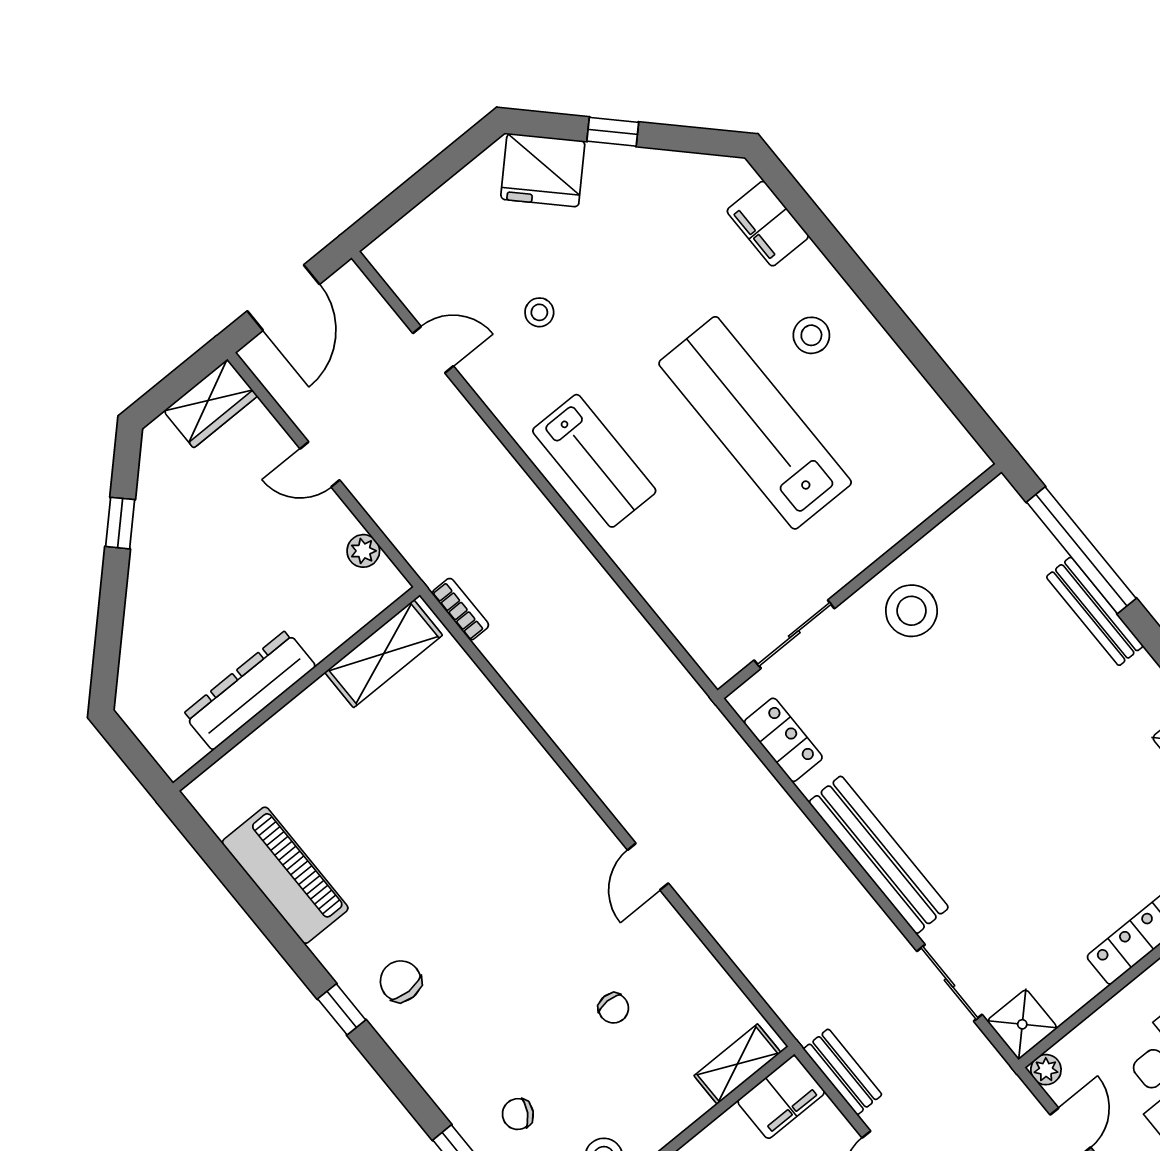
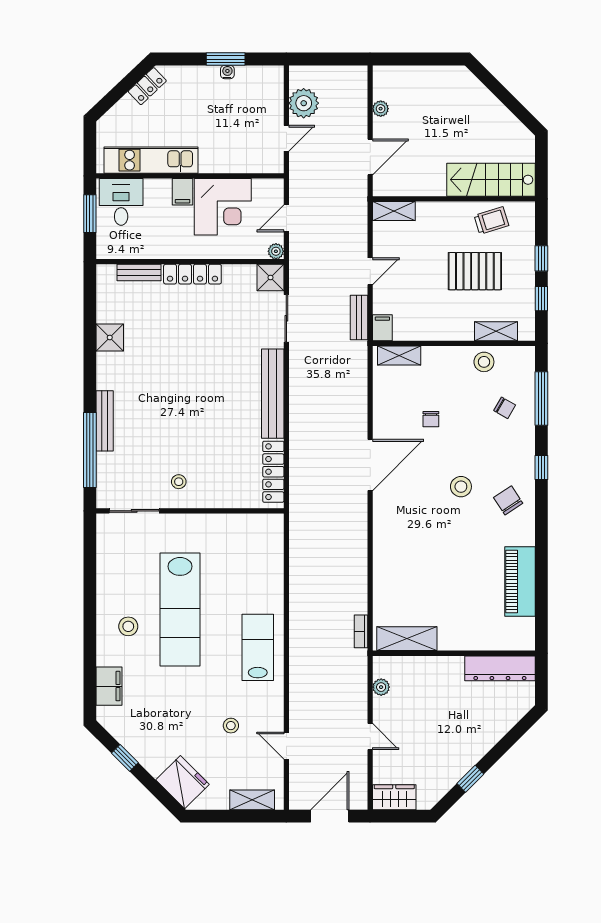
window: (613, 132) -> (125, 758), moved
shelving: (418, 228) -> (252, 800), added
stool: (911, 611) -> (179, 482), width x0.53, depth x0.53
sliding door: (794, 634) -> (134, 511), moved
dresser: (249, 690) -> (500, 668), moved
locker: (783, 740) -> (273, 472), width x1.53
door: (648, 867) -> (370, 465), width x1.87
stool: (487, 945) -> (461, 487), added
chair: (401, 981) -> (508, 500), turned 147
chair: (613, 1008) -> (431, 419), turned 180
window: (342, 1009) -> (541, 468), moved
filing cabinet: (781, 1097) -> (382, 328), width x0.50

